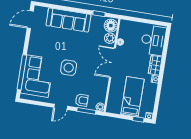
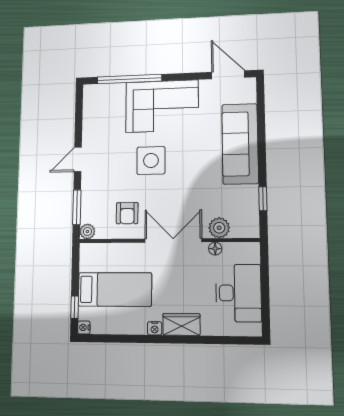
floor lamp: (111, 26) -> (244, 225), removed
desk: (153, 40) -> (238, 293), moved, turned -90
corner sofa: (37, 76) -> (162, 106), moved
armchair: (82, 100) -> (127, 213), moved
door: (61, 107) -> (78, 159), hinge flipped

